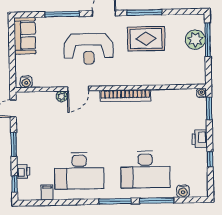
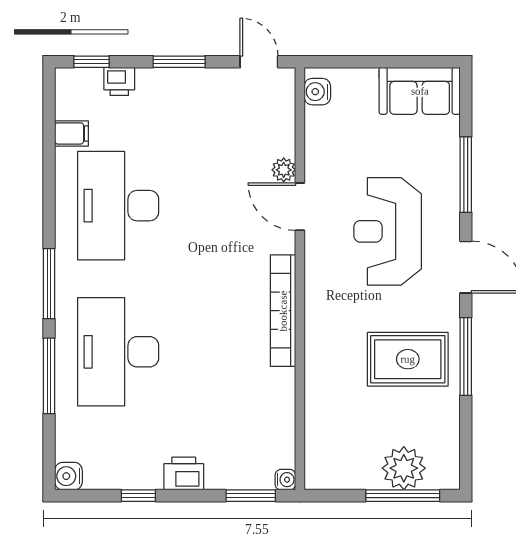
rug: (146, 39) -> (408, 359), turned 90
water cooler: (183, 191) -> (68, 476), moved

